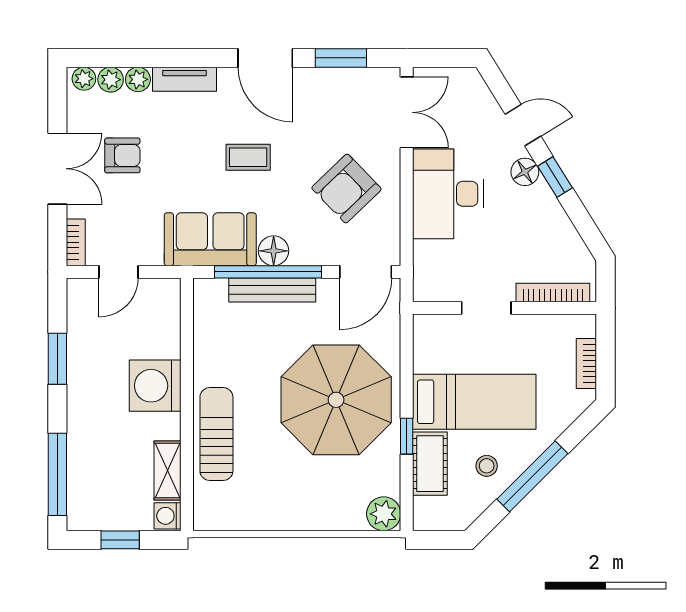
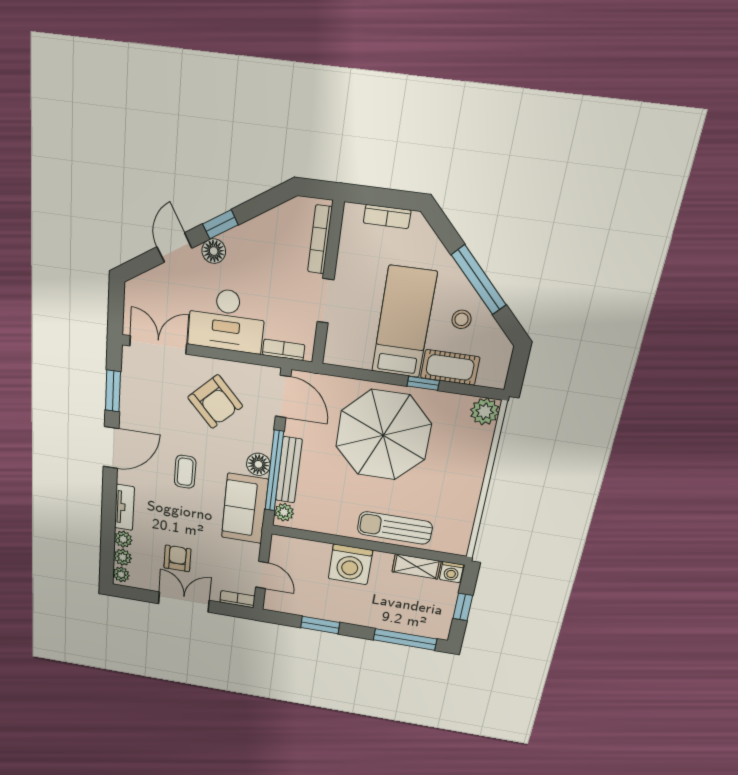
bookcase: (423, 266) -> (284, 350), added
plant: (214, 291) -> (284, 512), added

